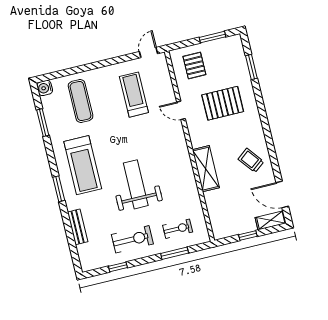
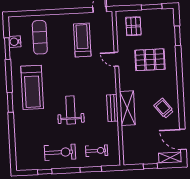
water cooler: (45, 88) -> (15, 42), moved
weight bench: (136, 184) -> (71, 110), width x0.73, depth x0.75
bench: (78, 227) -> (112, 108), moved

